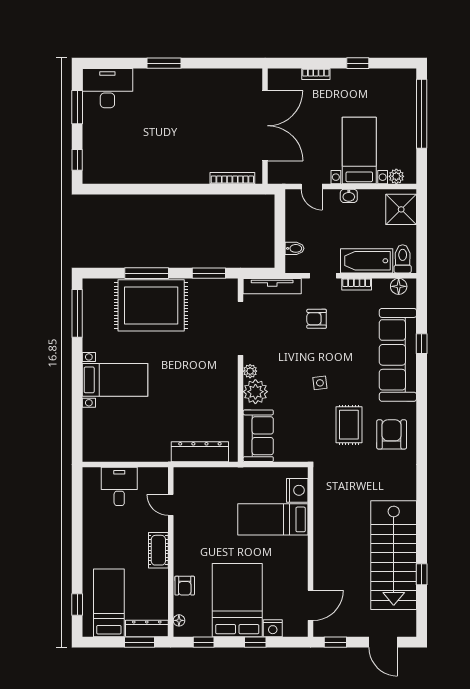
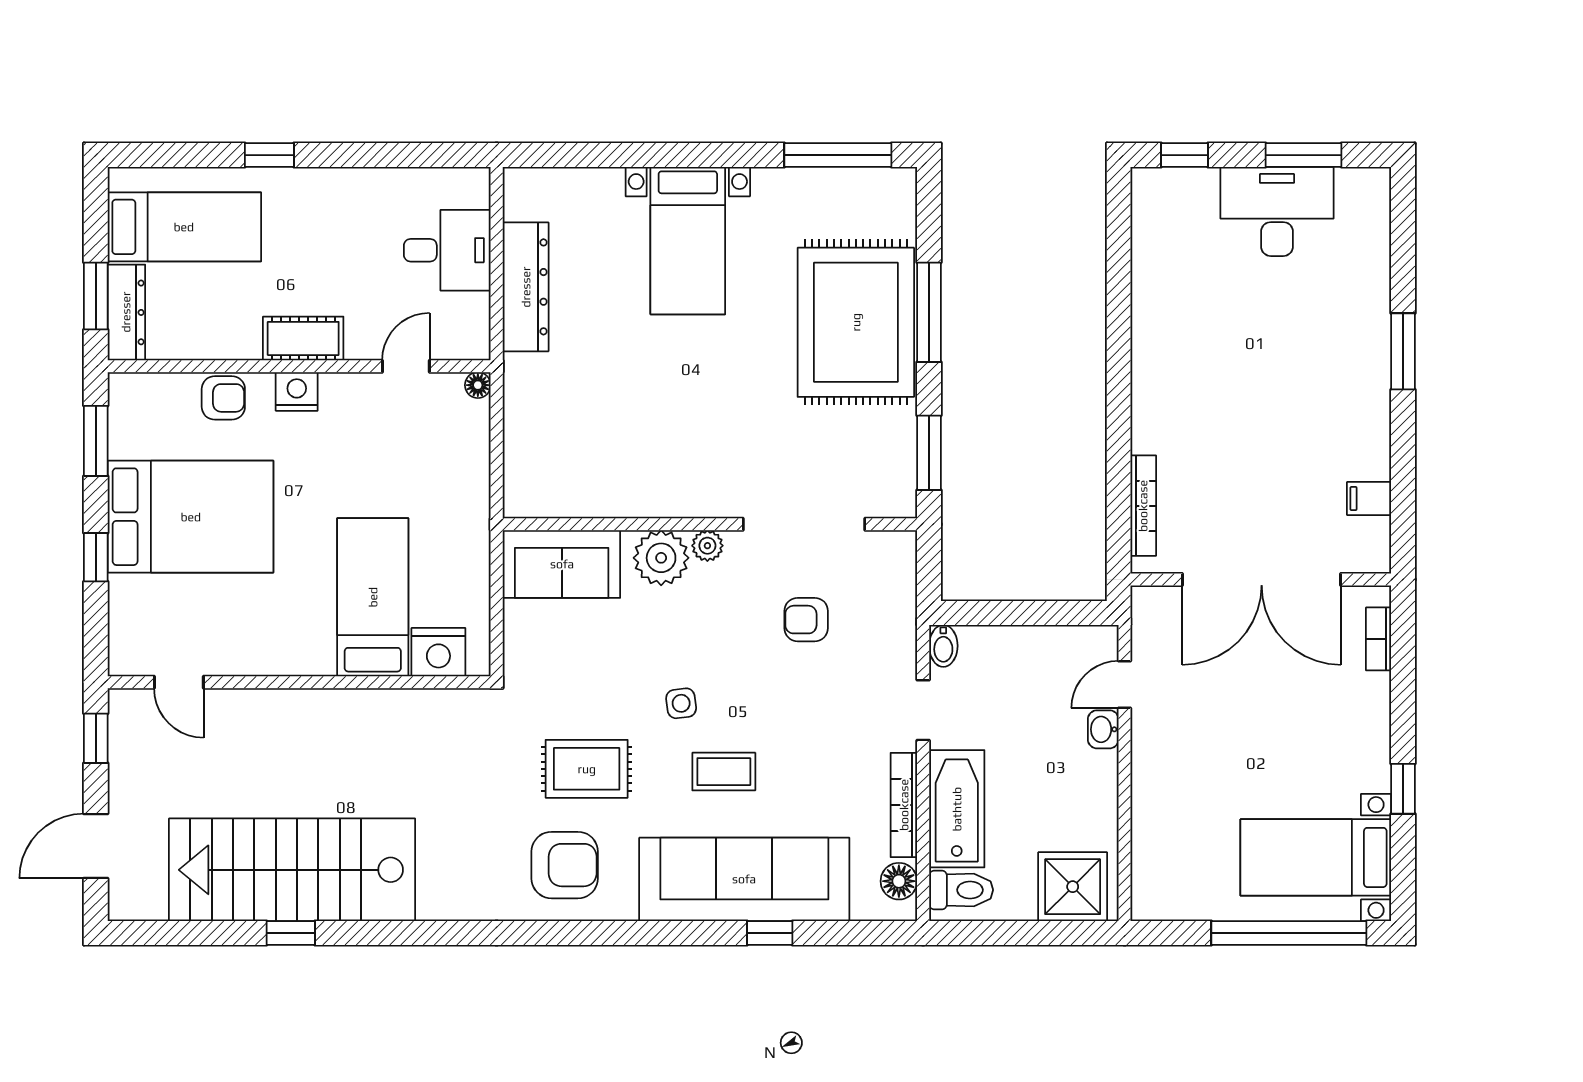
bookcase: (316, 74) -> (1379, 639), moved
filing cabinet: (229, 78) -> (1369, 499), added
desk: (107, 88) -> (1277, 211), moved, turned -90
bed with nightstands: (359, 150) -> (1316, 857), moved, turned 180
plant: (396, 176) -> (1147, 876), removed
washbasin: (349, 196) -> (1103, 729), moved
bidet: (295, 248) -> (943, 646), moved
bookcase: (357, 284) -> (904, 805), width x1.56
tv unit: (272, 286) -> (900, 595), removed
armchair: (317, 319) -> (806, 620), moved, turned -90
coffee table: (350, 364) -> (724, 772), added
dresser: (200, 452) -> (526, 287), moved
window: (422, 574) -> (291, 933), moved
armchair: (185, 586) -> (223, 398), turned 180
window: (77, 604) -> (269, 155), moved
door: (311, 605) -> (179, 682), width x0.73
floor lamp: (179, 620) -> (478, 385), moved
nightstand: (273, 628) -> (297, 392), moved, turned 90
window: (204, 642) -> (96, 441), width x1.50

